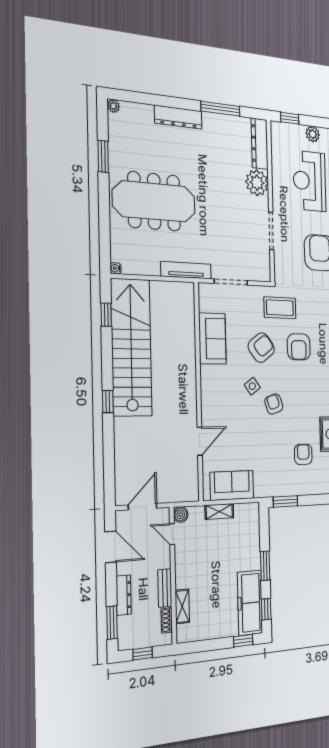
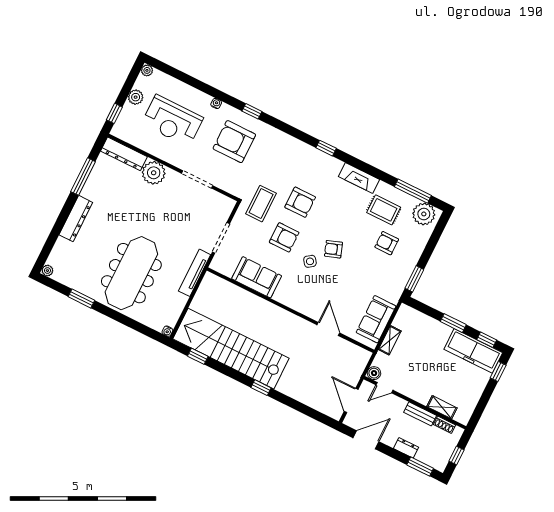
armchair: (261, 348) -> (284, 237), turned 127
dresser: (124, 595) -> (406, 448), width x0.70

